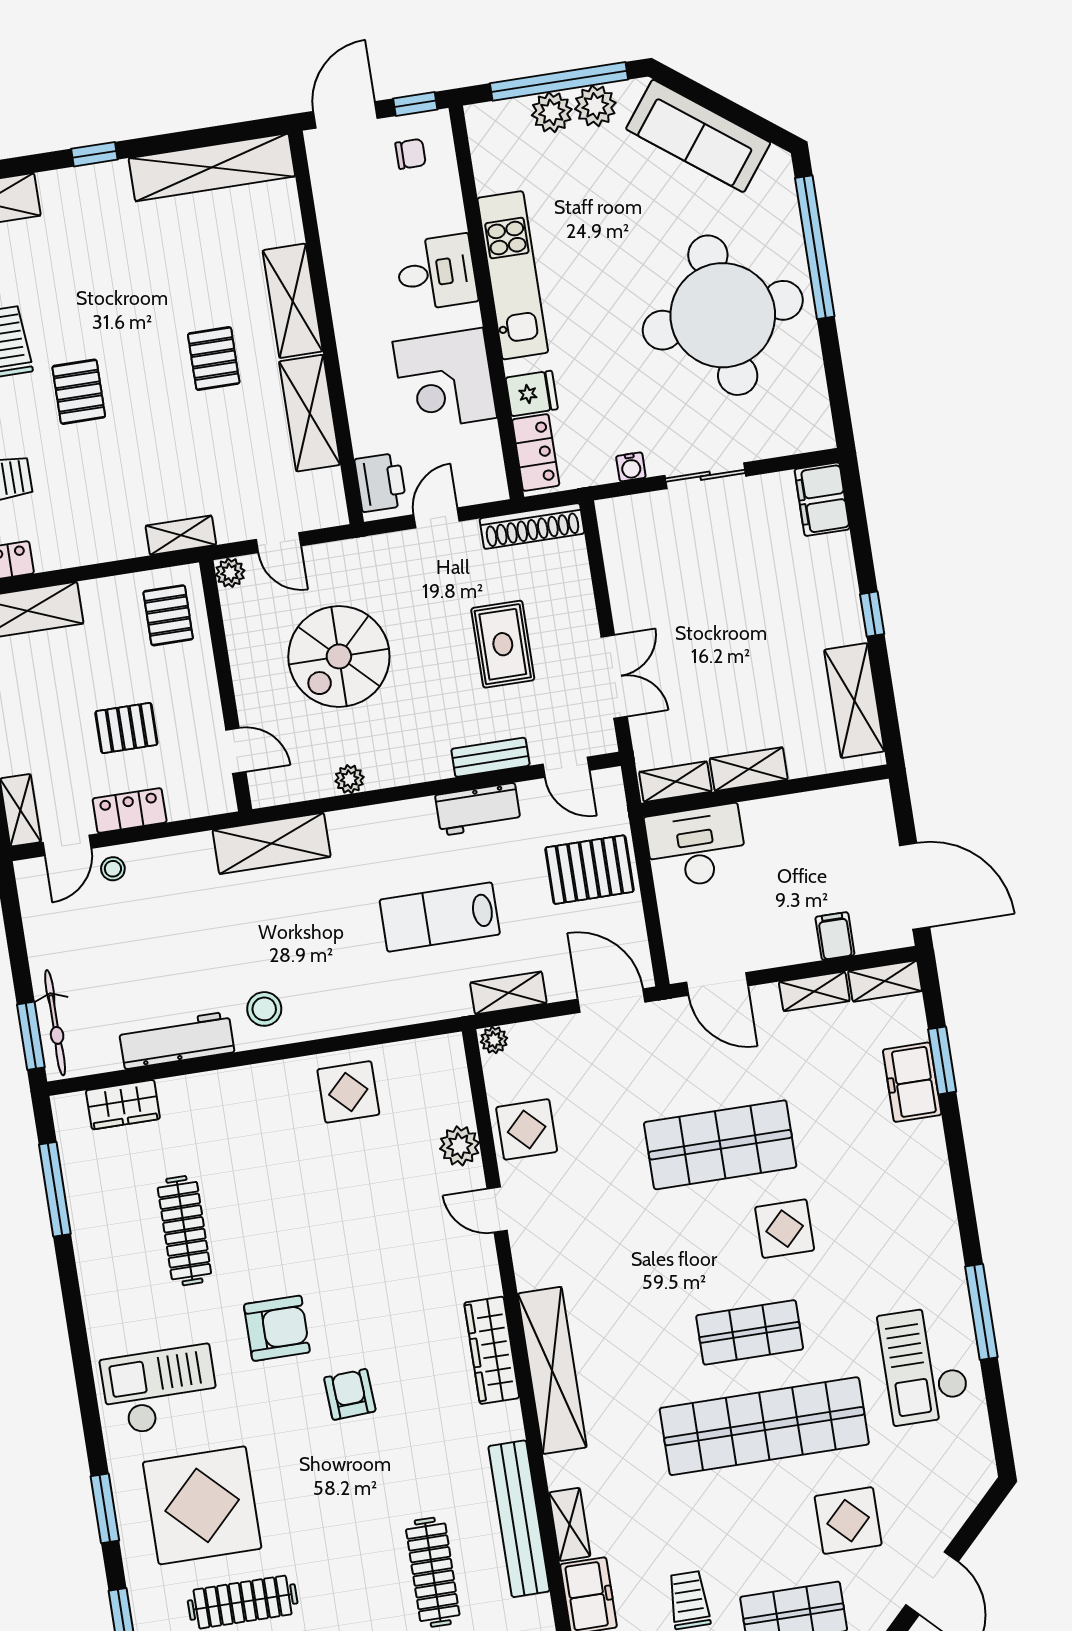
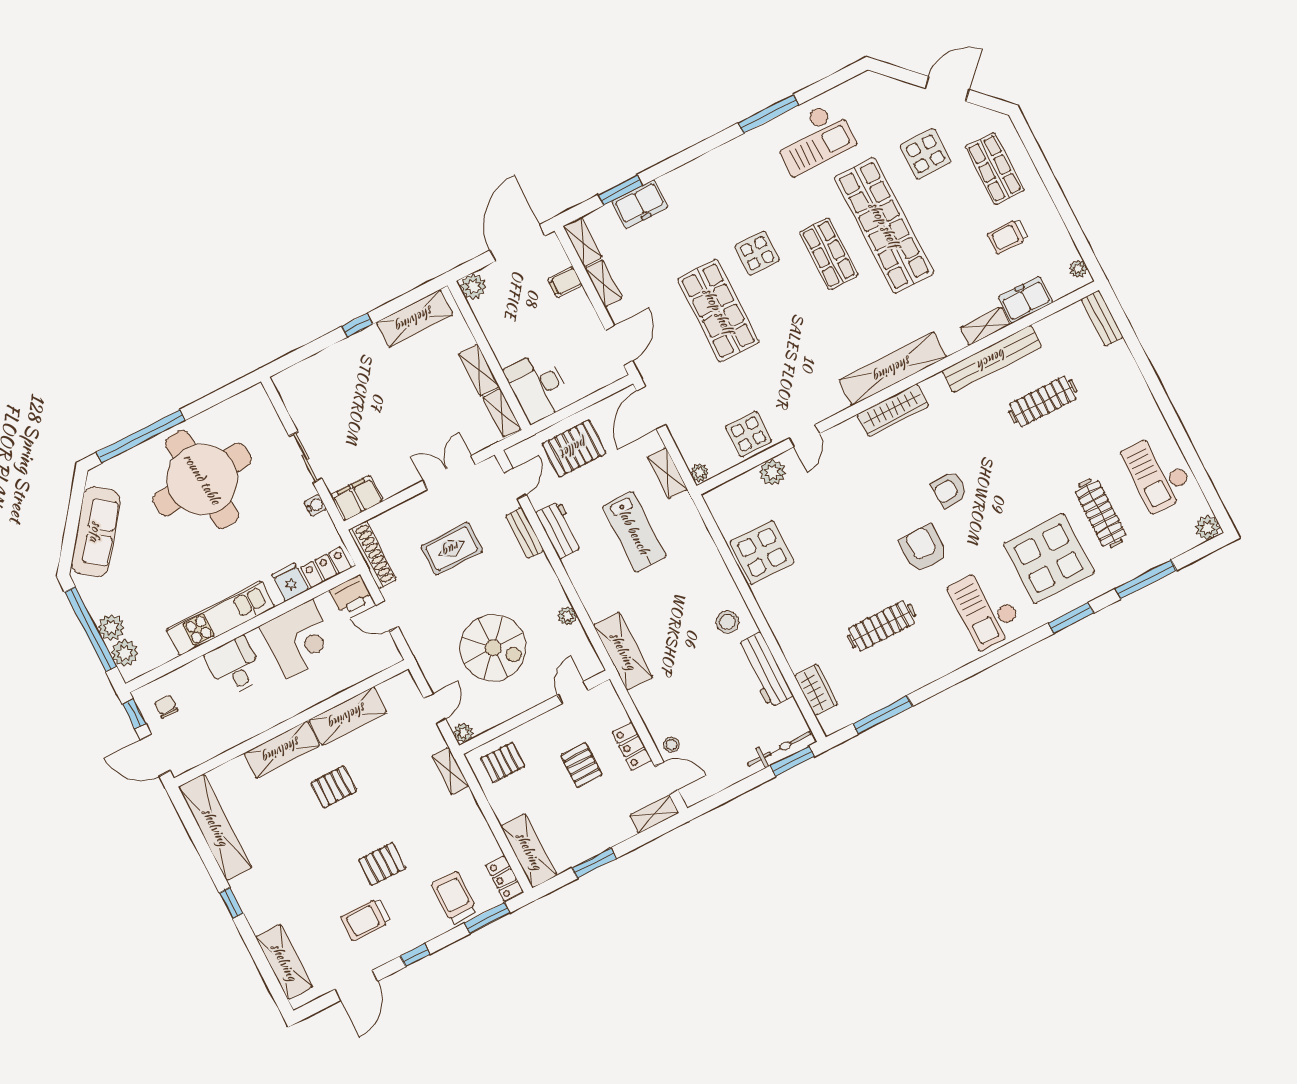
plant: (595, 106) -> (125, 653), moved
printer: (380, 482) -> (351, 595), moved, turned 180
filing cabinet: (822, 499) -> (357, 498), moved, turned 180
plant: (873, 801) -> (473, 287), added
pallet: (589, 870) -> (574, 448), turned 90
display table: (348, 1092) -> (762, 553), width x1.36, depth x1.36

